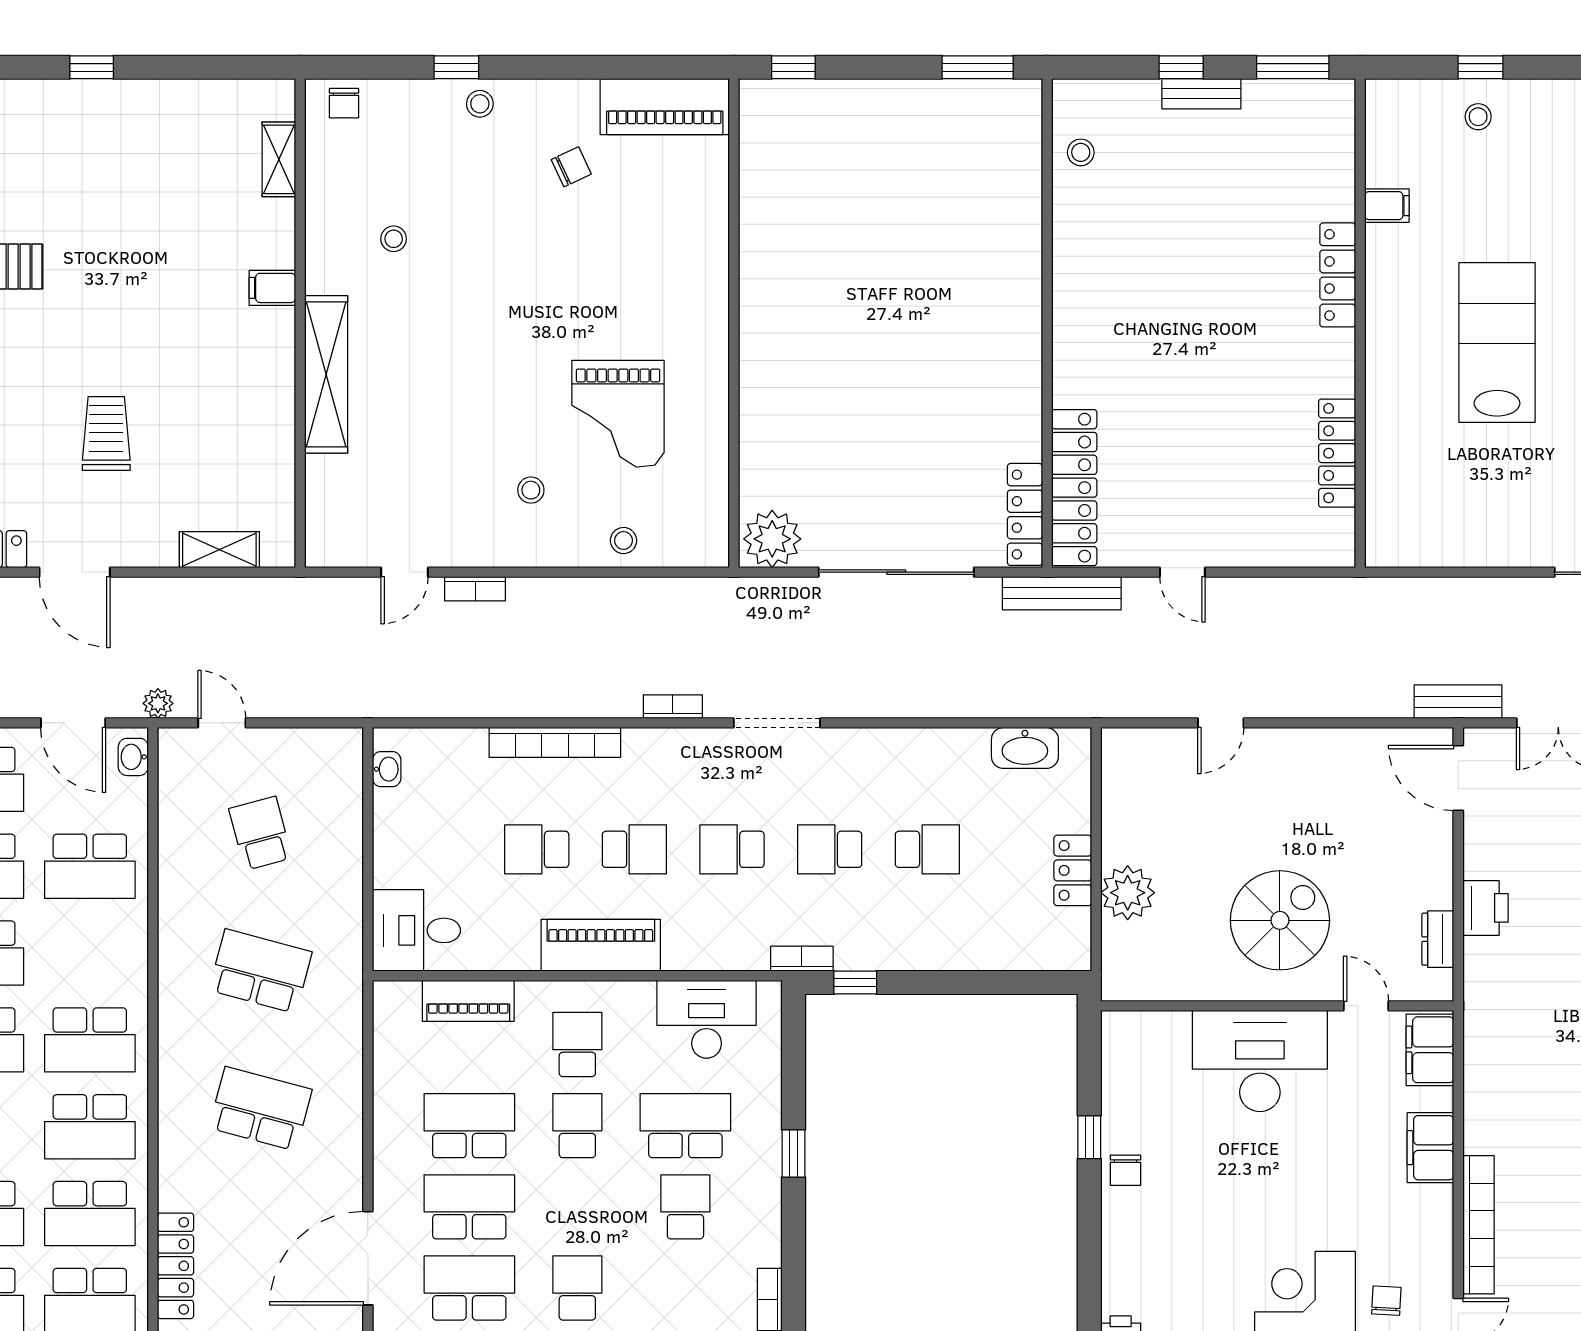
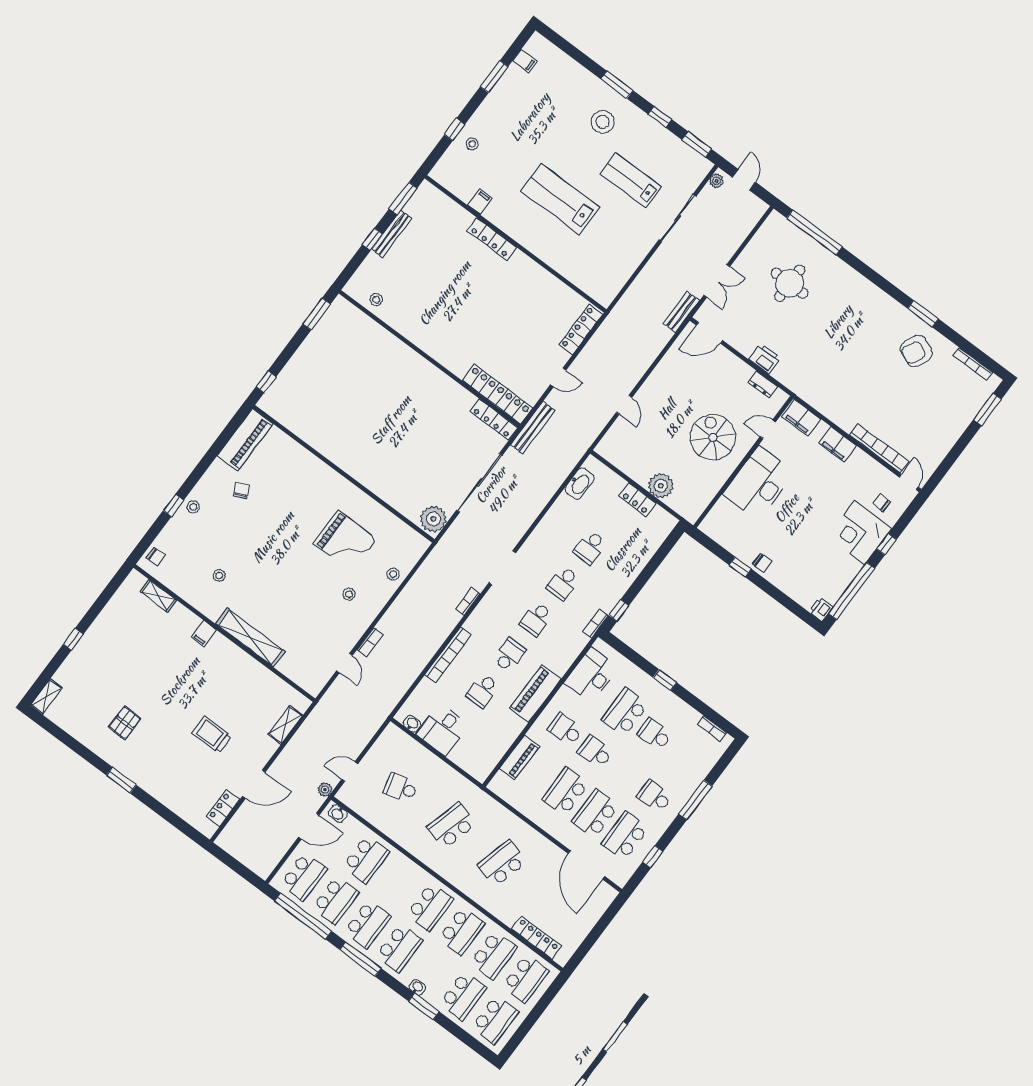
bench: (1201, 94) -> (392, 234), width x1.36
locker: (1337, 453) -> (581, 330), moved, turned 90
school desk: (927, 849) -> (590, 547), turned 180
desk: (416, 930) -> (443, 730), moved

